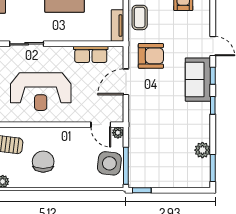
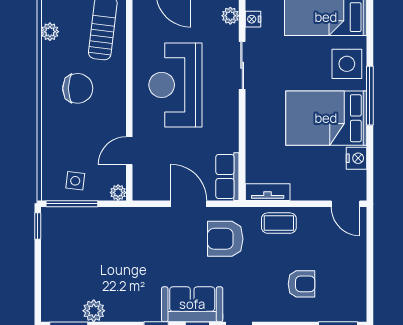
row of seats: (91, 54) -> (227, 177), moved
armchair: (151, 56) -> (225, 239), turned 90
door: (101, 125) -> (129, 151), moved
side table: (109, 163) -> (75, 181), width x0.54, depth x0.54

